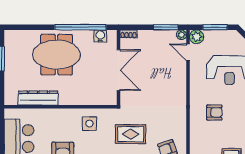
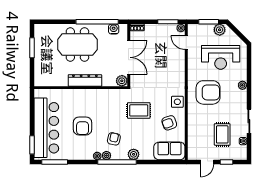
plant: (197, 37) -> (220, 30), moved
dresser: (38, 98) -> (85, 80), moved
plant: (110, 98) -> (122, 81), added
armchair: (214, 112) -> (208, 92), width x1.88, depth x1.88
side table: (89, 124) -> (177, 102), moved

